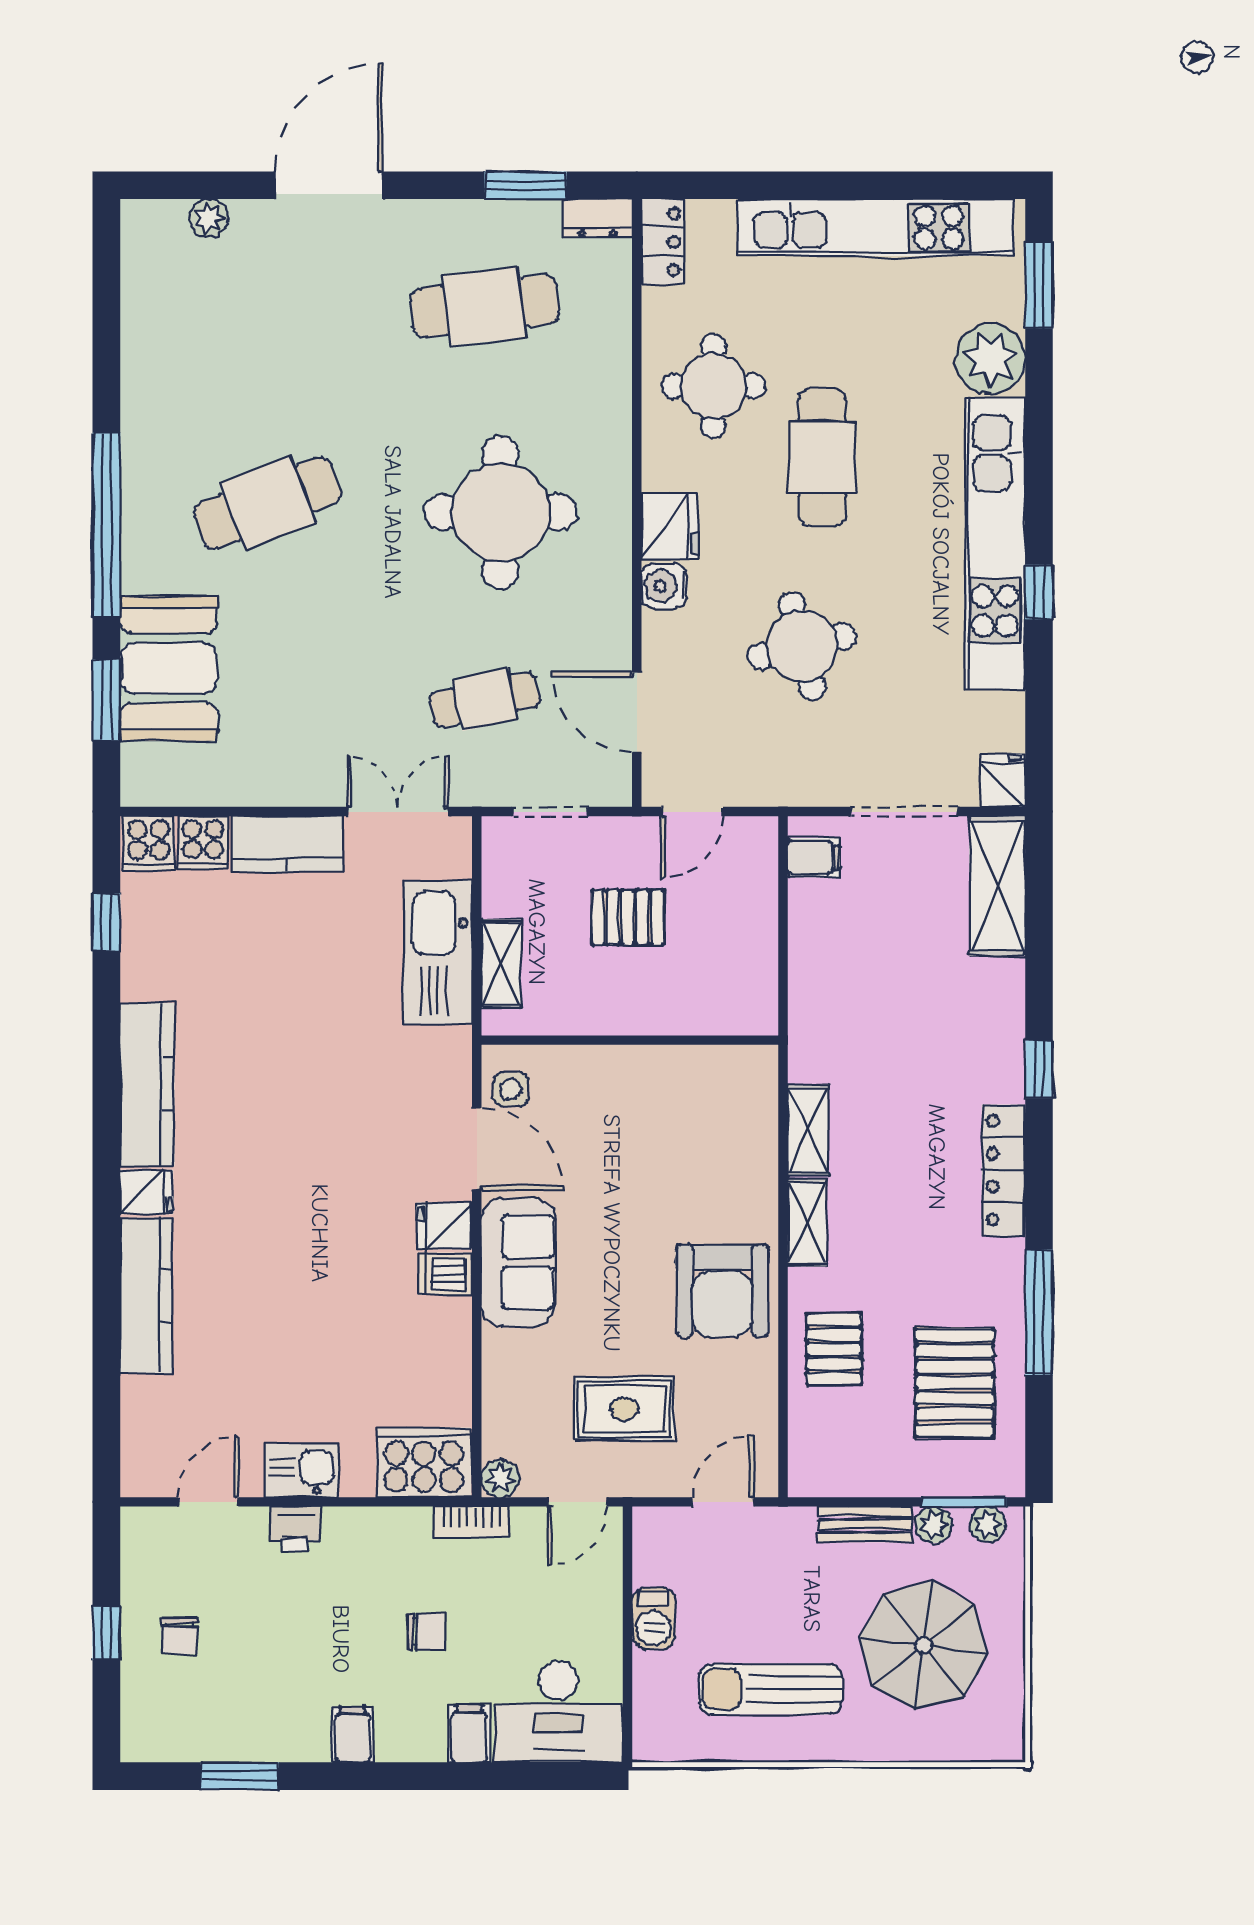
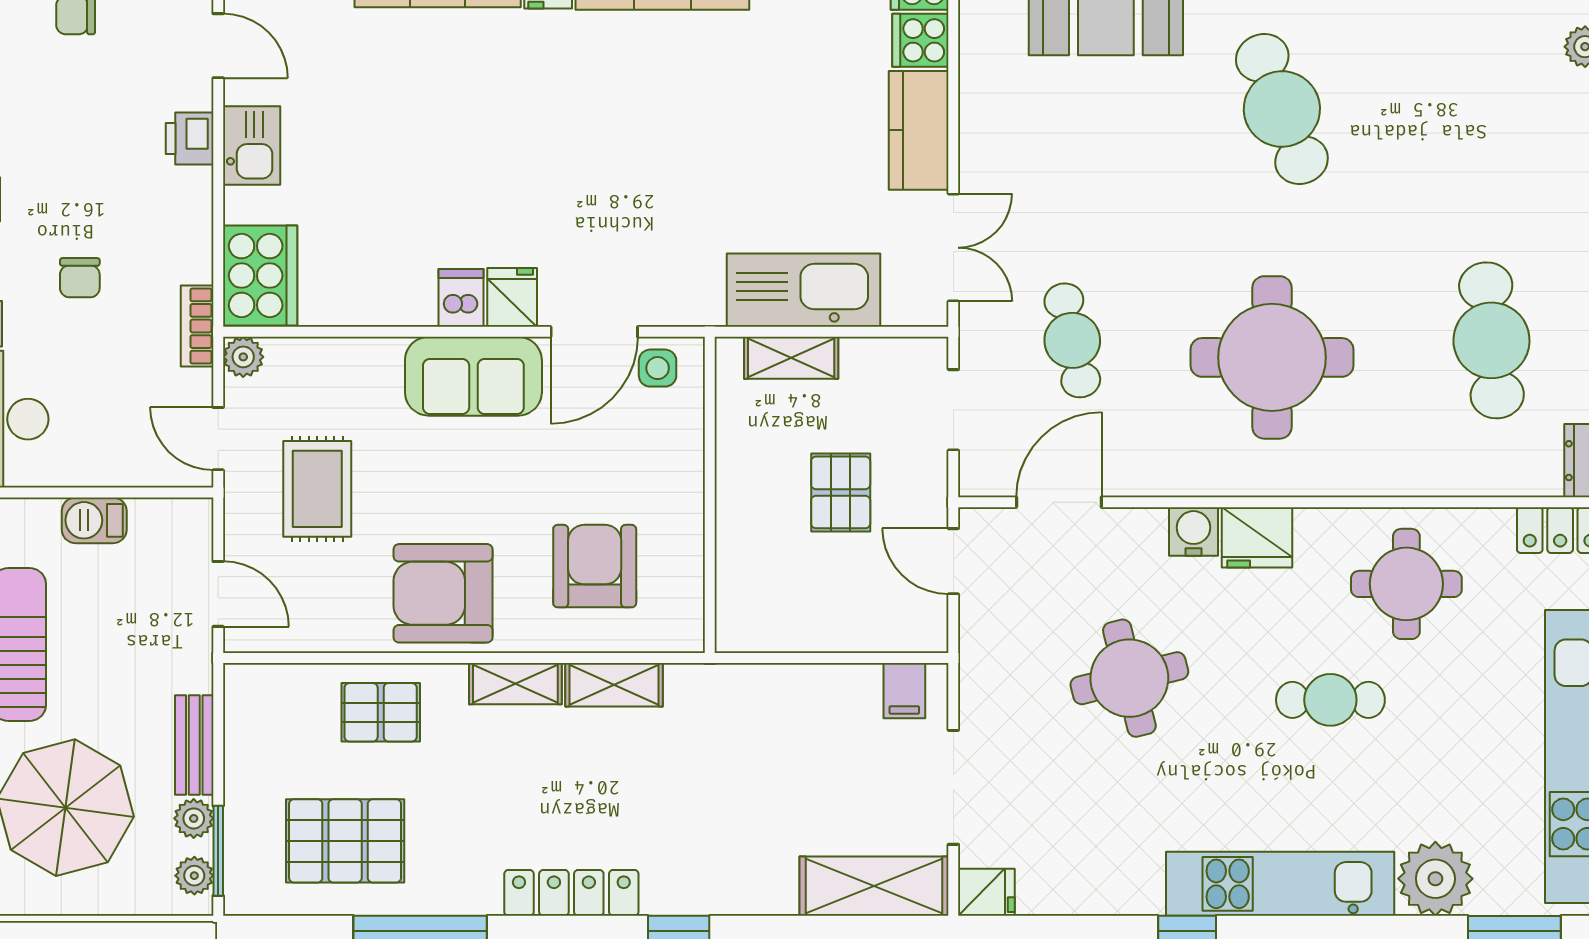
cafe table: (822, 457) -> (1330, 700), width x0.73, depth x0.74
kitchen unit: (995, 544) -> (1280, 884), width x0.73
armchair: (697, 1148) -> (595, 566), added

